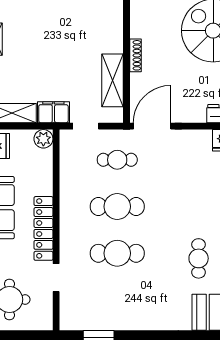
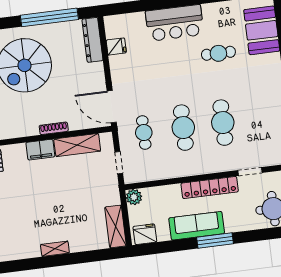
filing cabinet: (53, 112) -> (40, 150), moved, turned -90

